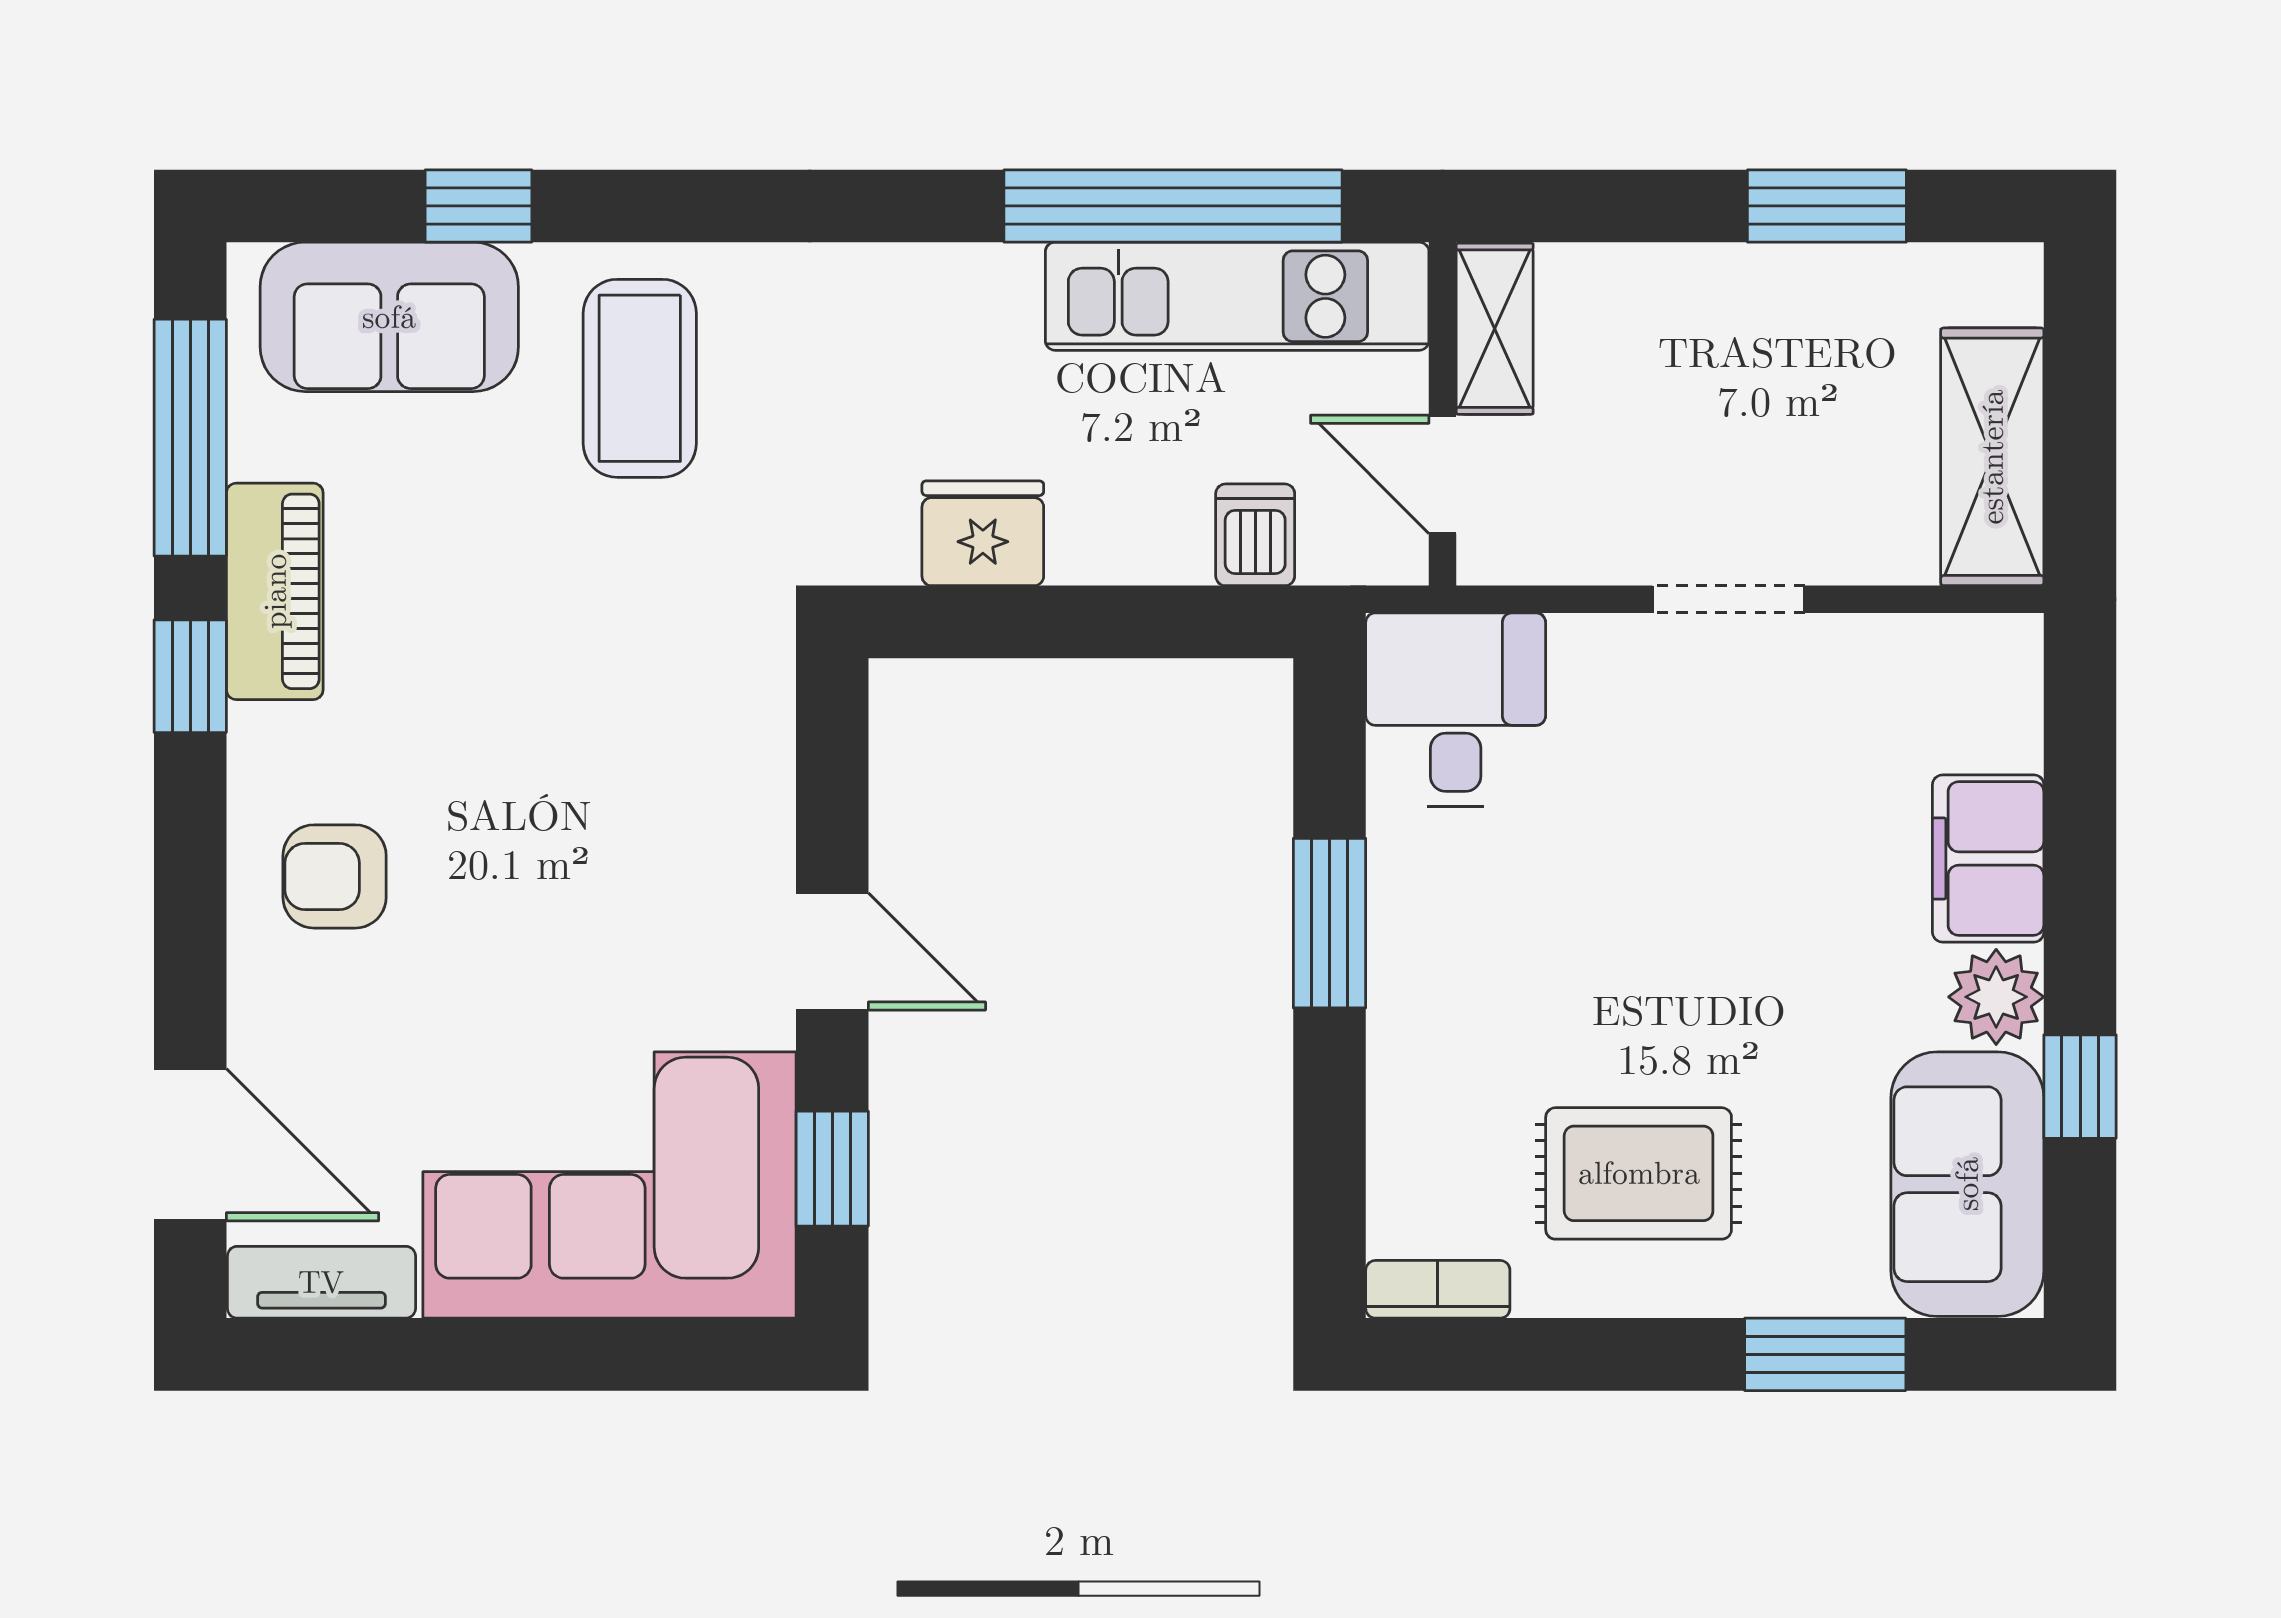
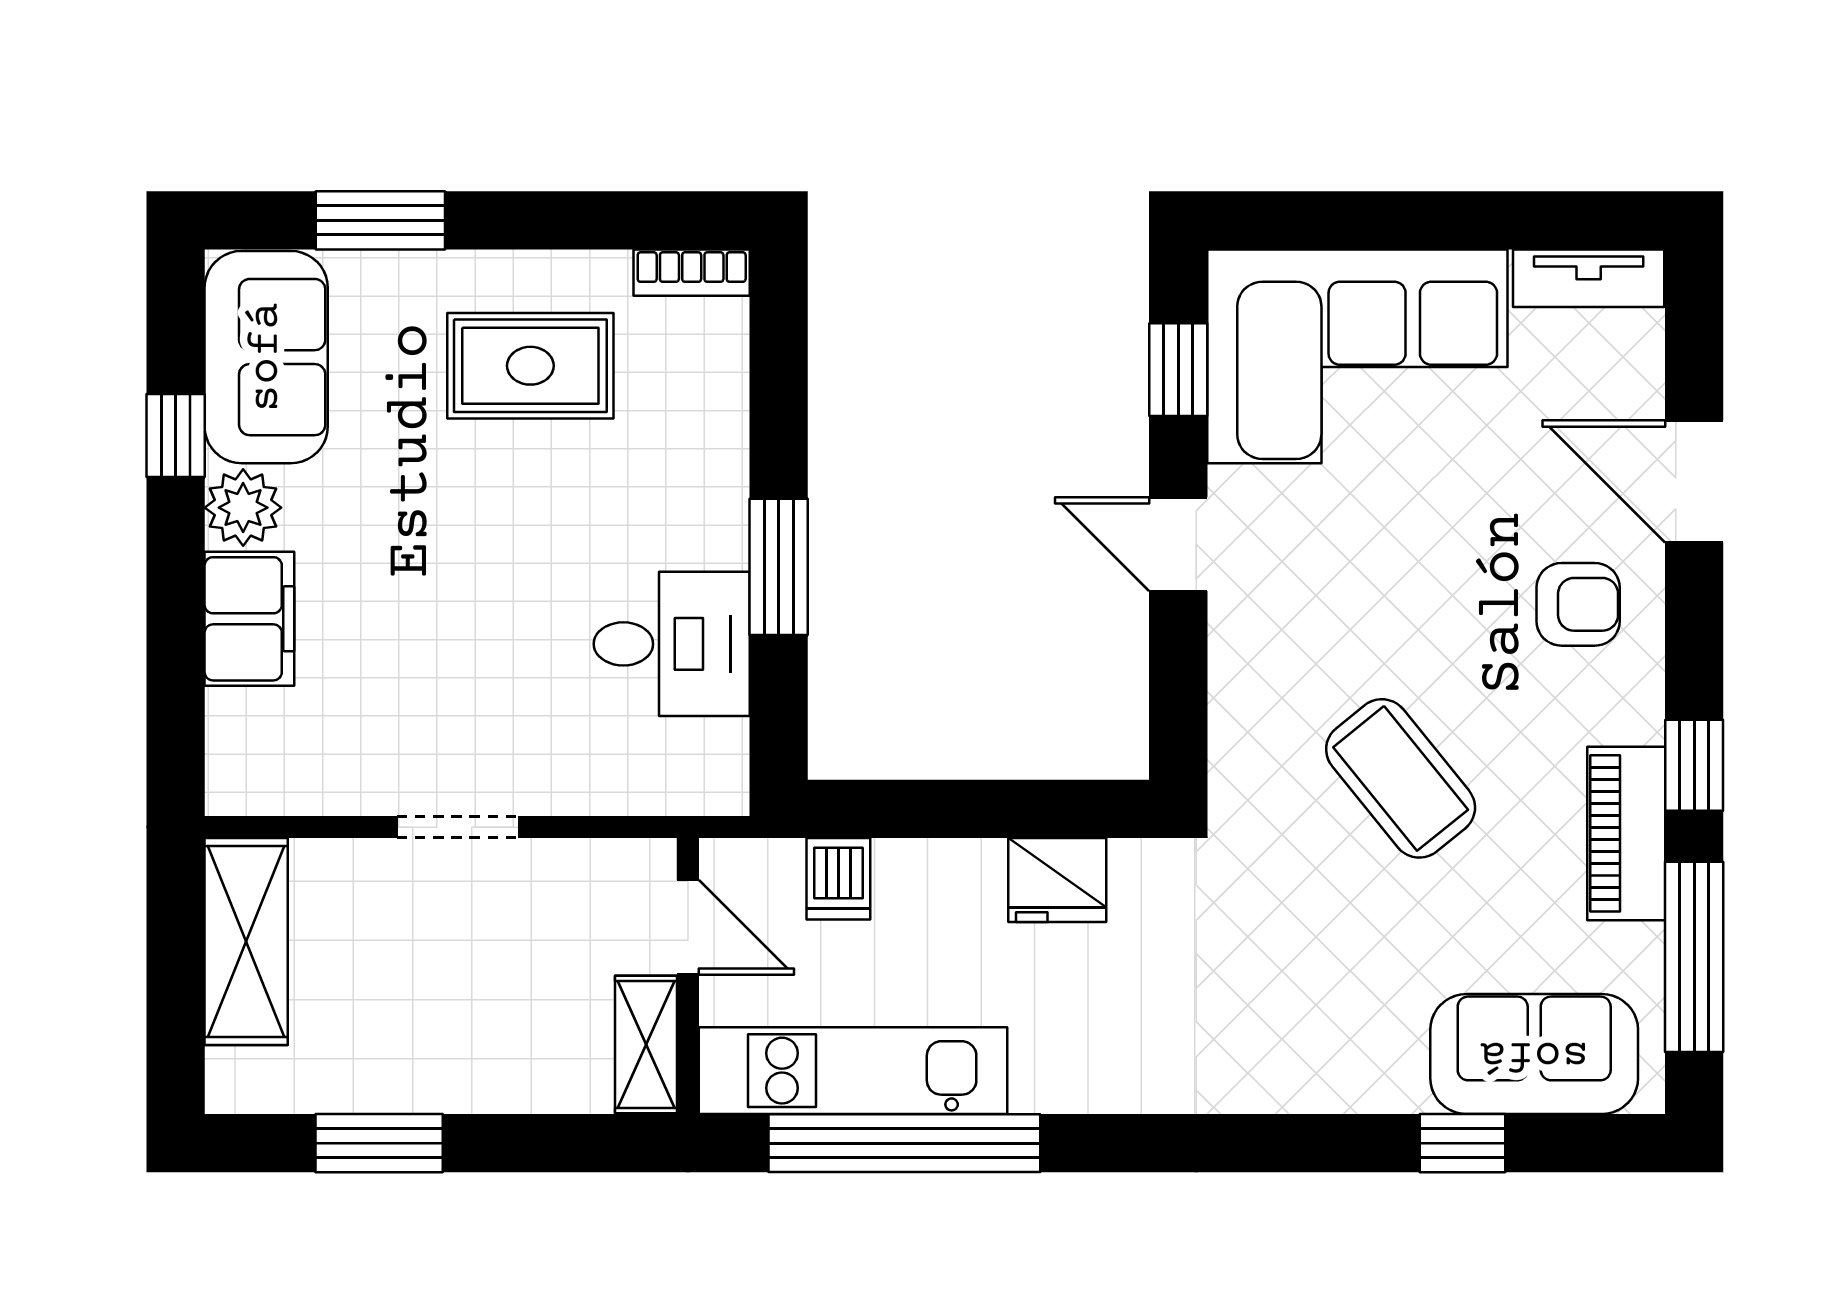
coffee table: (640, 378) -> (1401, 778), moved, turned -39
desk: (1456, 710) -> (672, 644), moved, turned -90
door: (190, 1145) -> (1694, 481), moved

